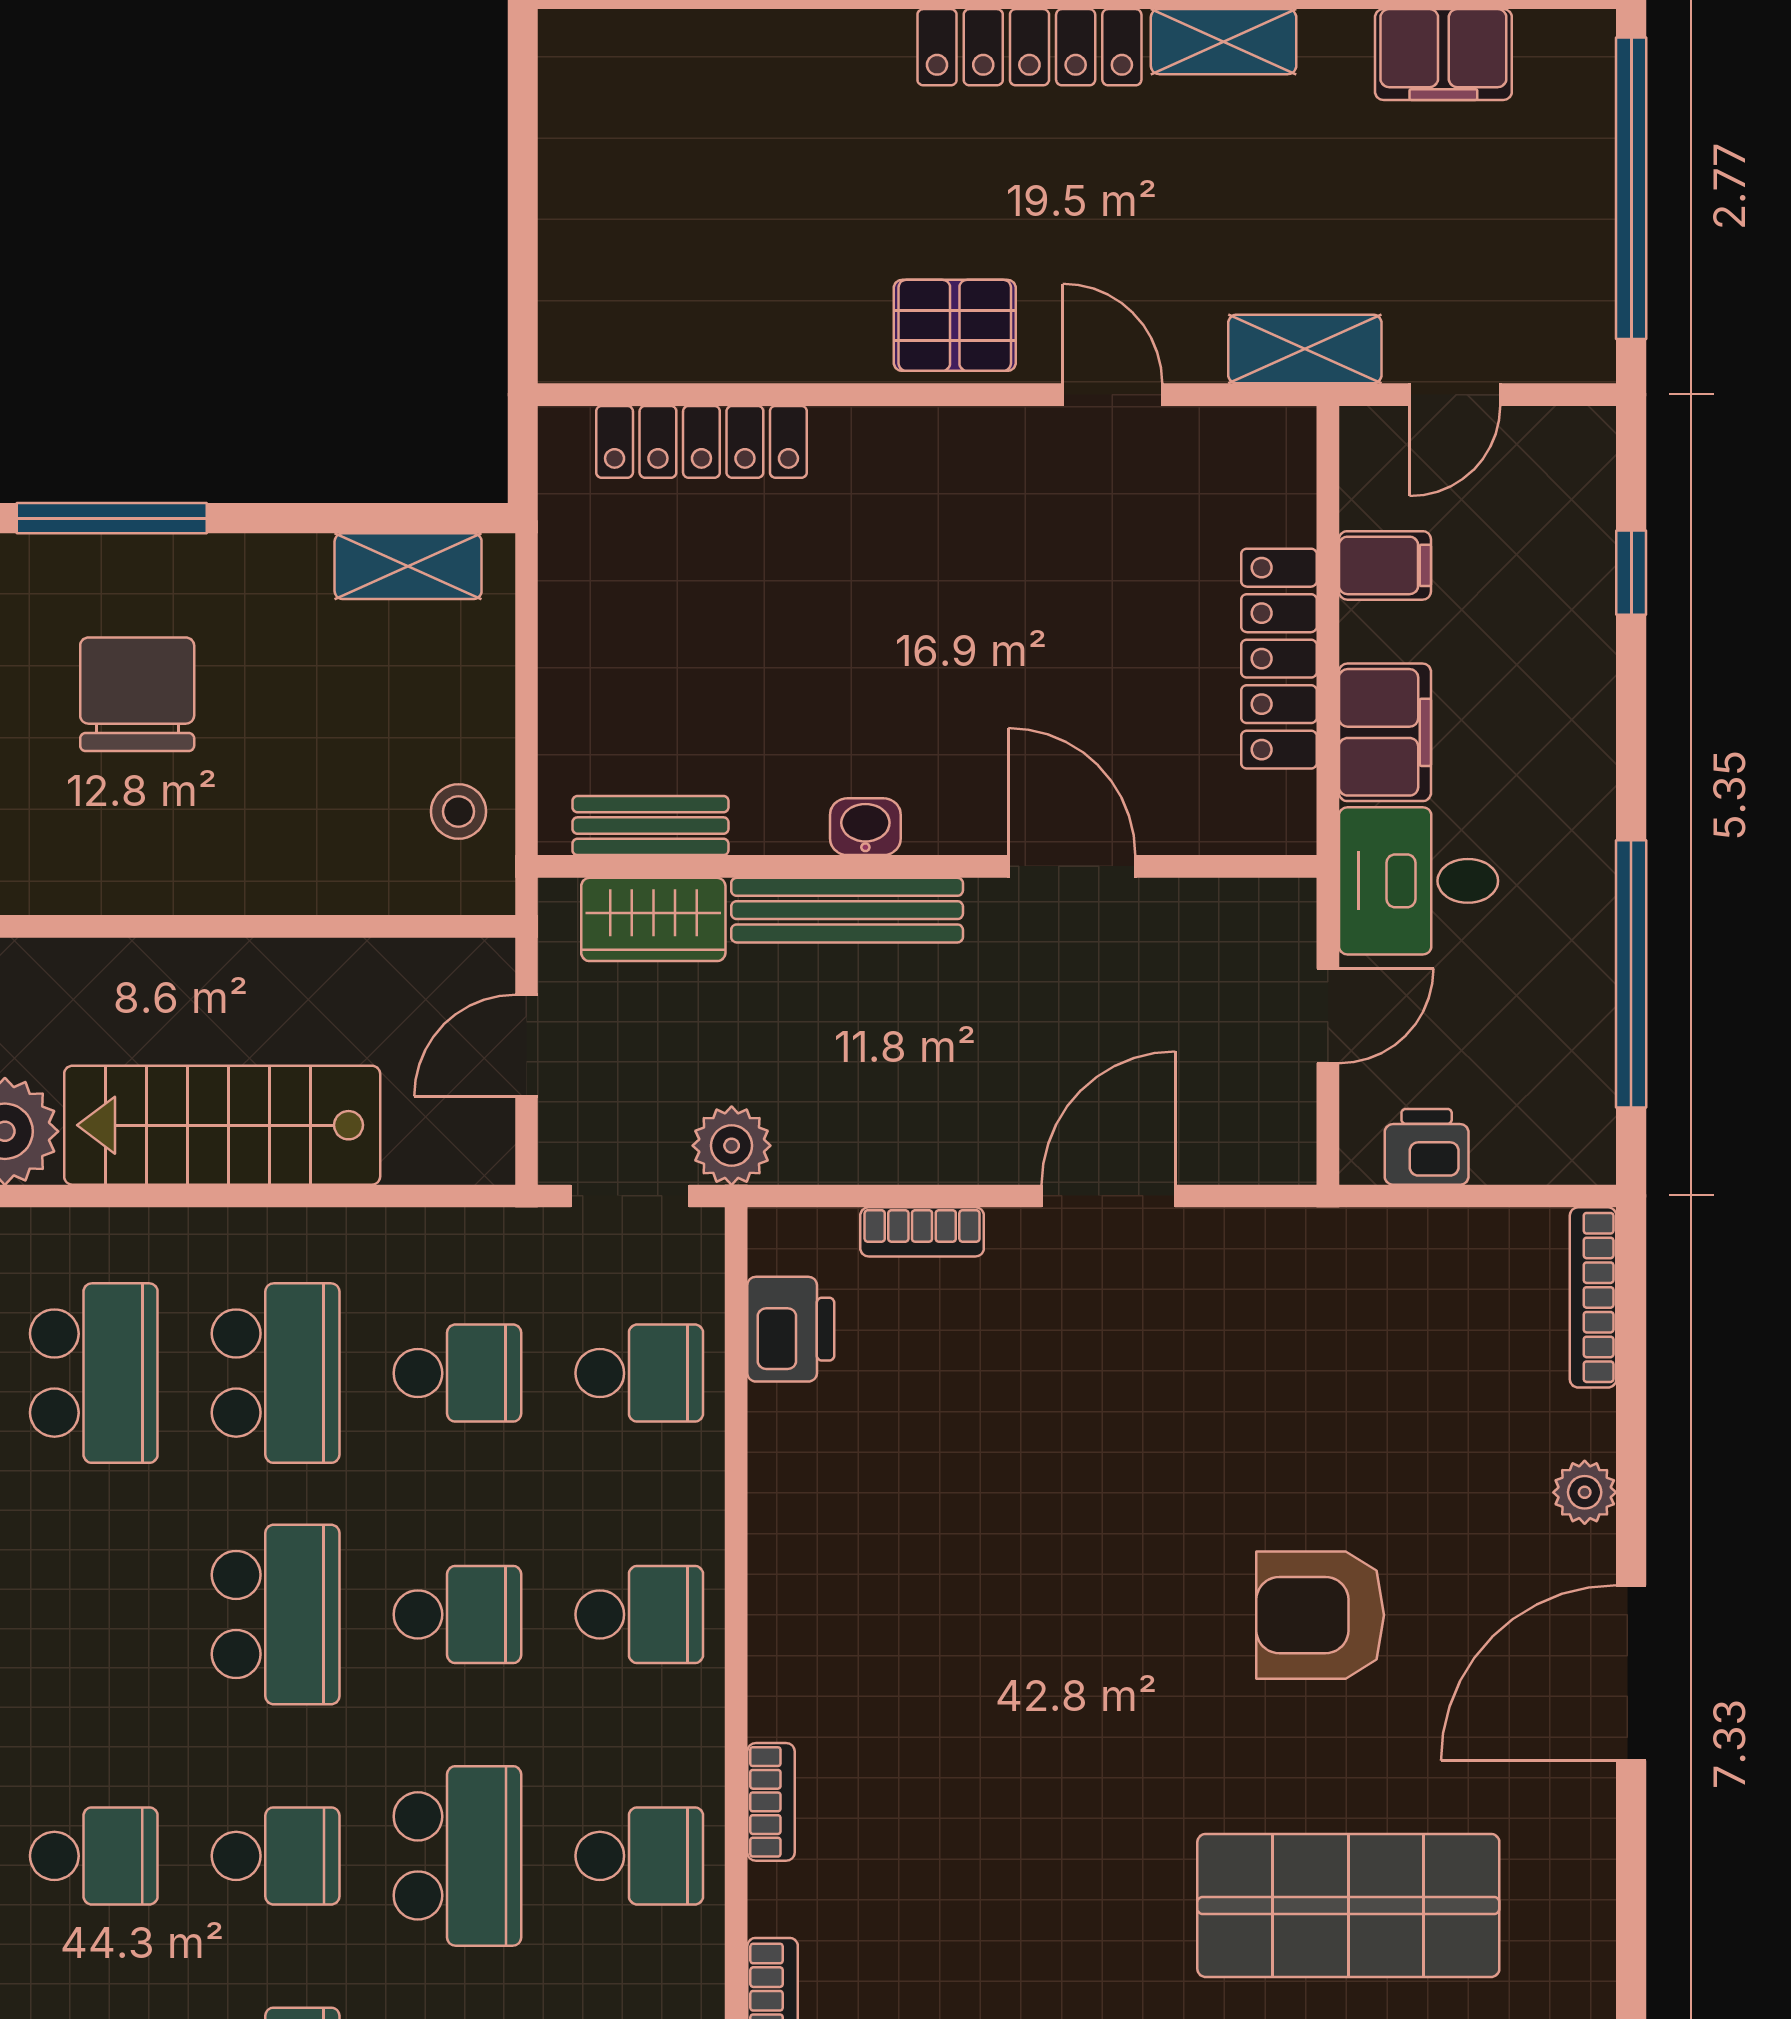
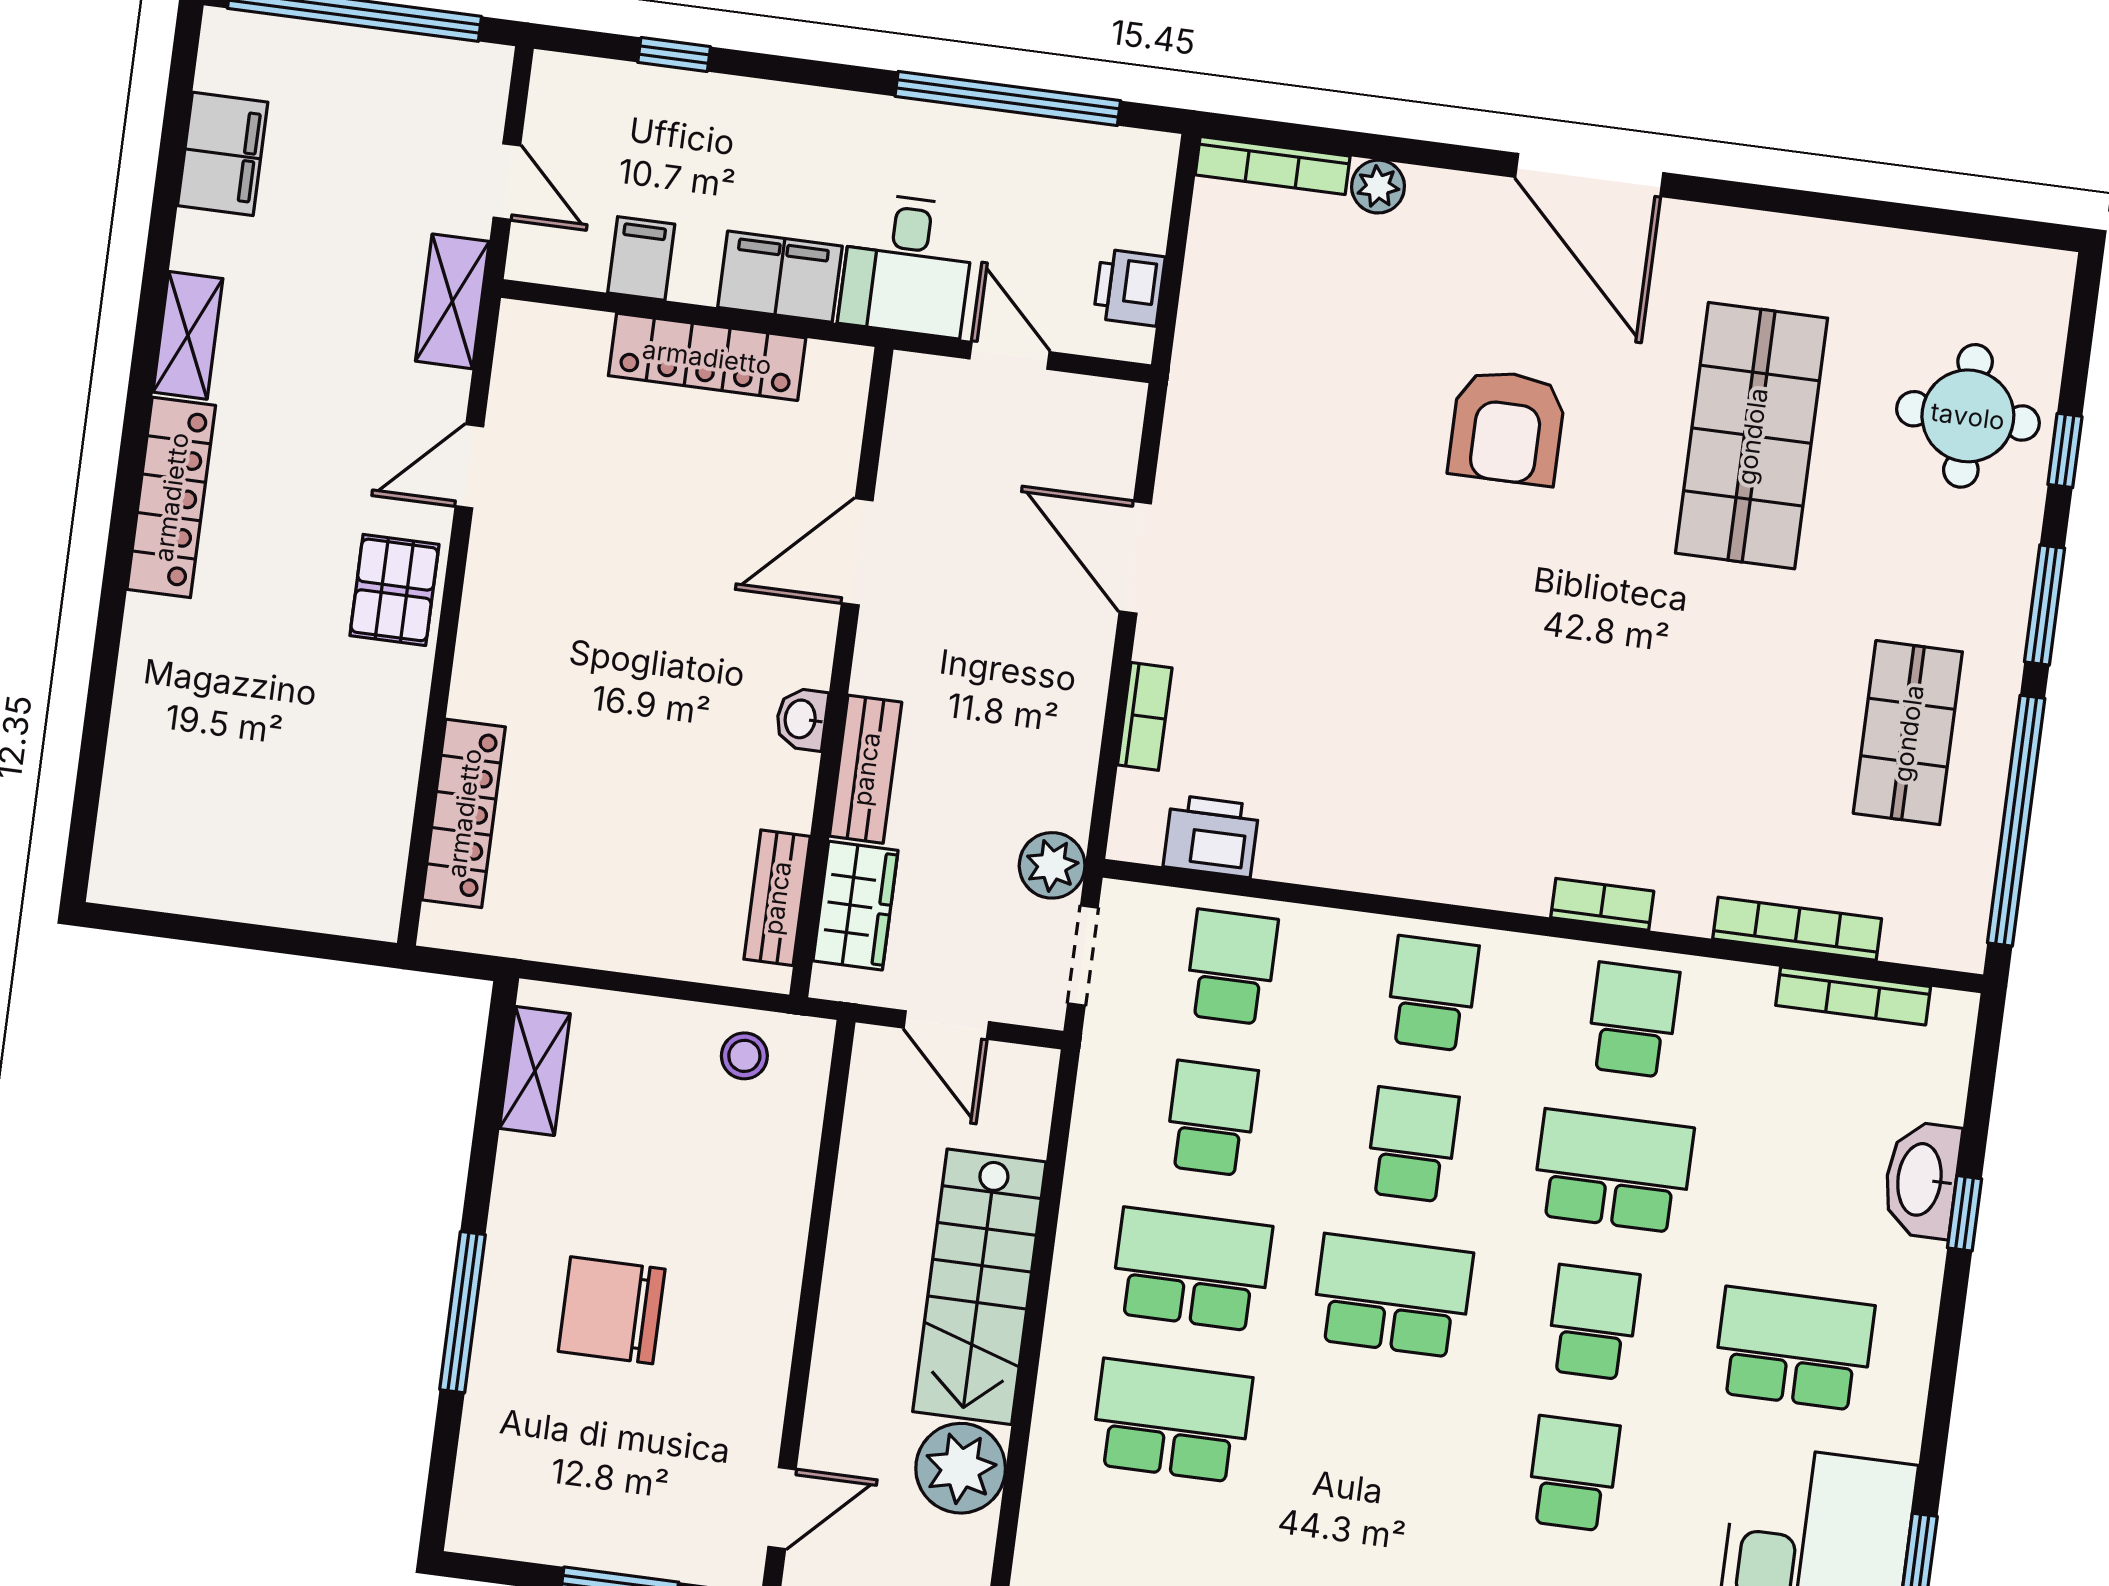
bench: (847, 910) -> (866, 769), width x0.73
plant: (1585, 1492) -> (1378, 187), moved

